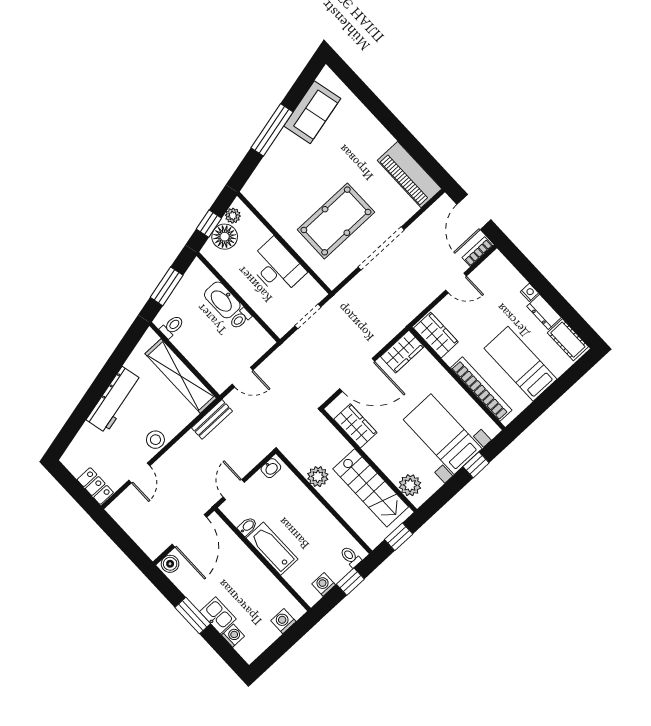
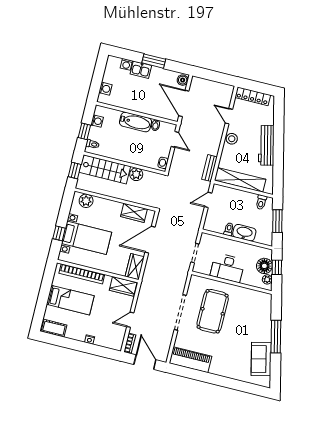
dresser: (544, 312) -> (75, 334), removed
locker: (95, 486) -> (253, 96), width x1.53
stairs: (371, 488) -> (105, 169), moved, turned 180

